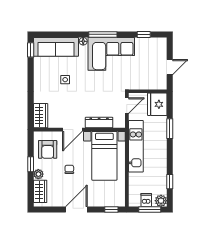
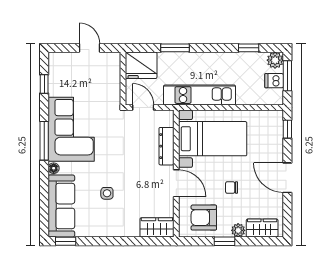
armchair: (48, 149) -> (204, 218), turned 180

